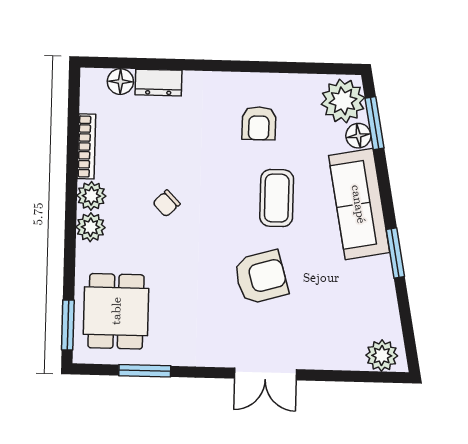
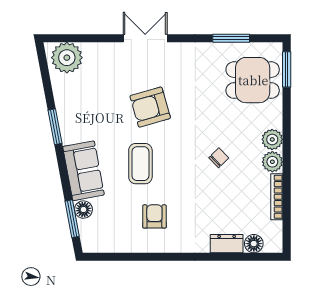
plant: (343, 101) -> (95, 234), removed
sofa: (359, 204) -> (84, 171), width x0.73
dining table: (116, 311) -> (253, 80), turned 90
plant: (382, 356) -> (67, 58), width x1.36, depth x1.36

